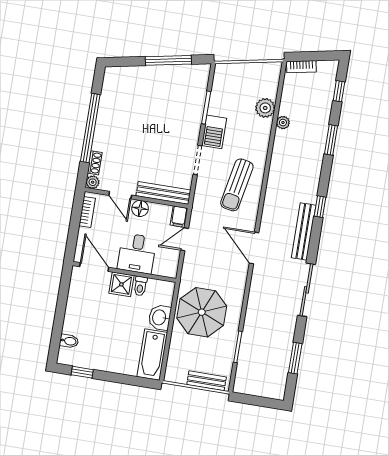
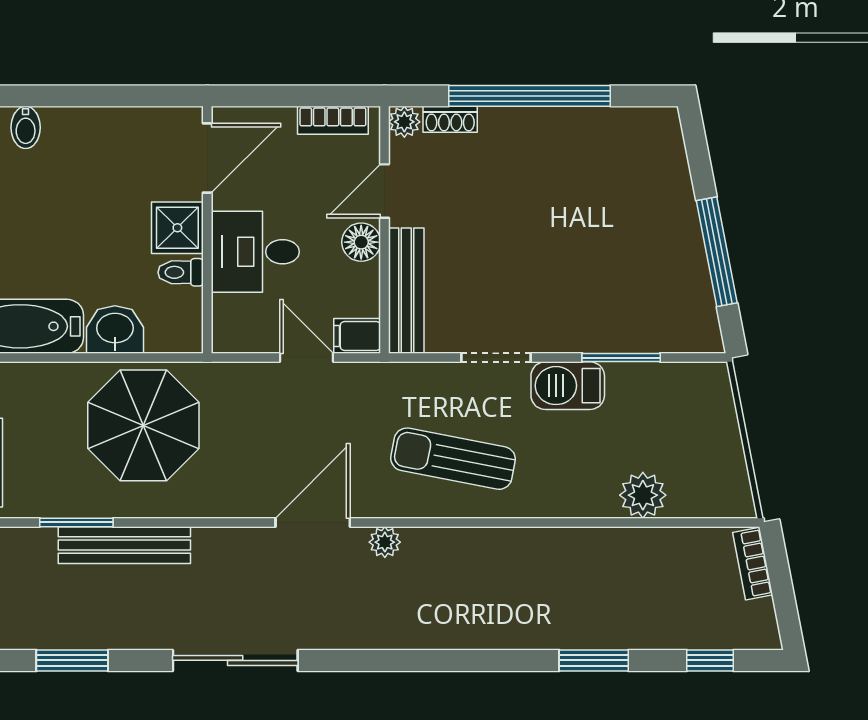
plant: (283, 123) -> (385, 542), moved
window: (320, 207) -> (434, 660), removed
bench: (304, 231) -> (124, 545), moved

